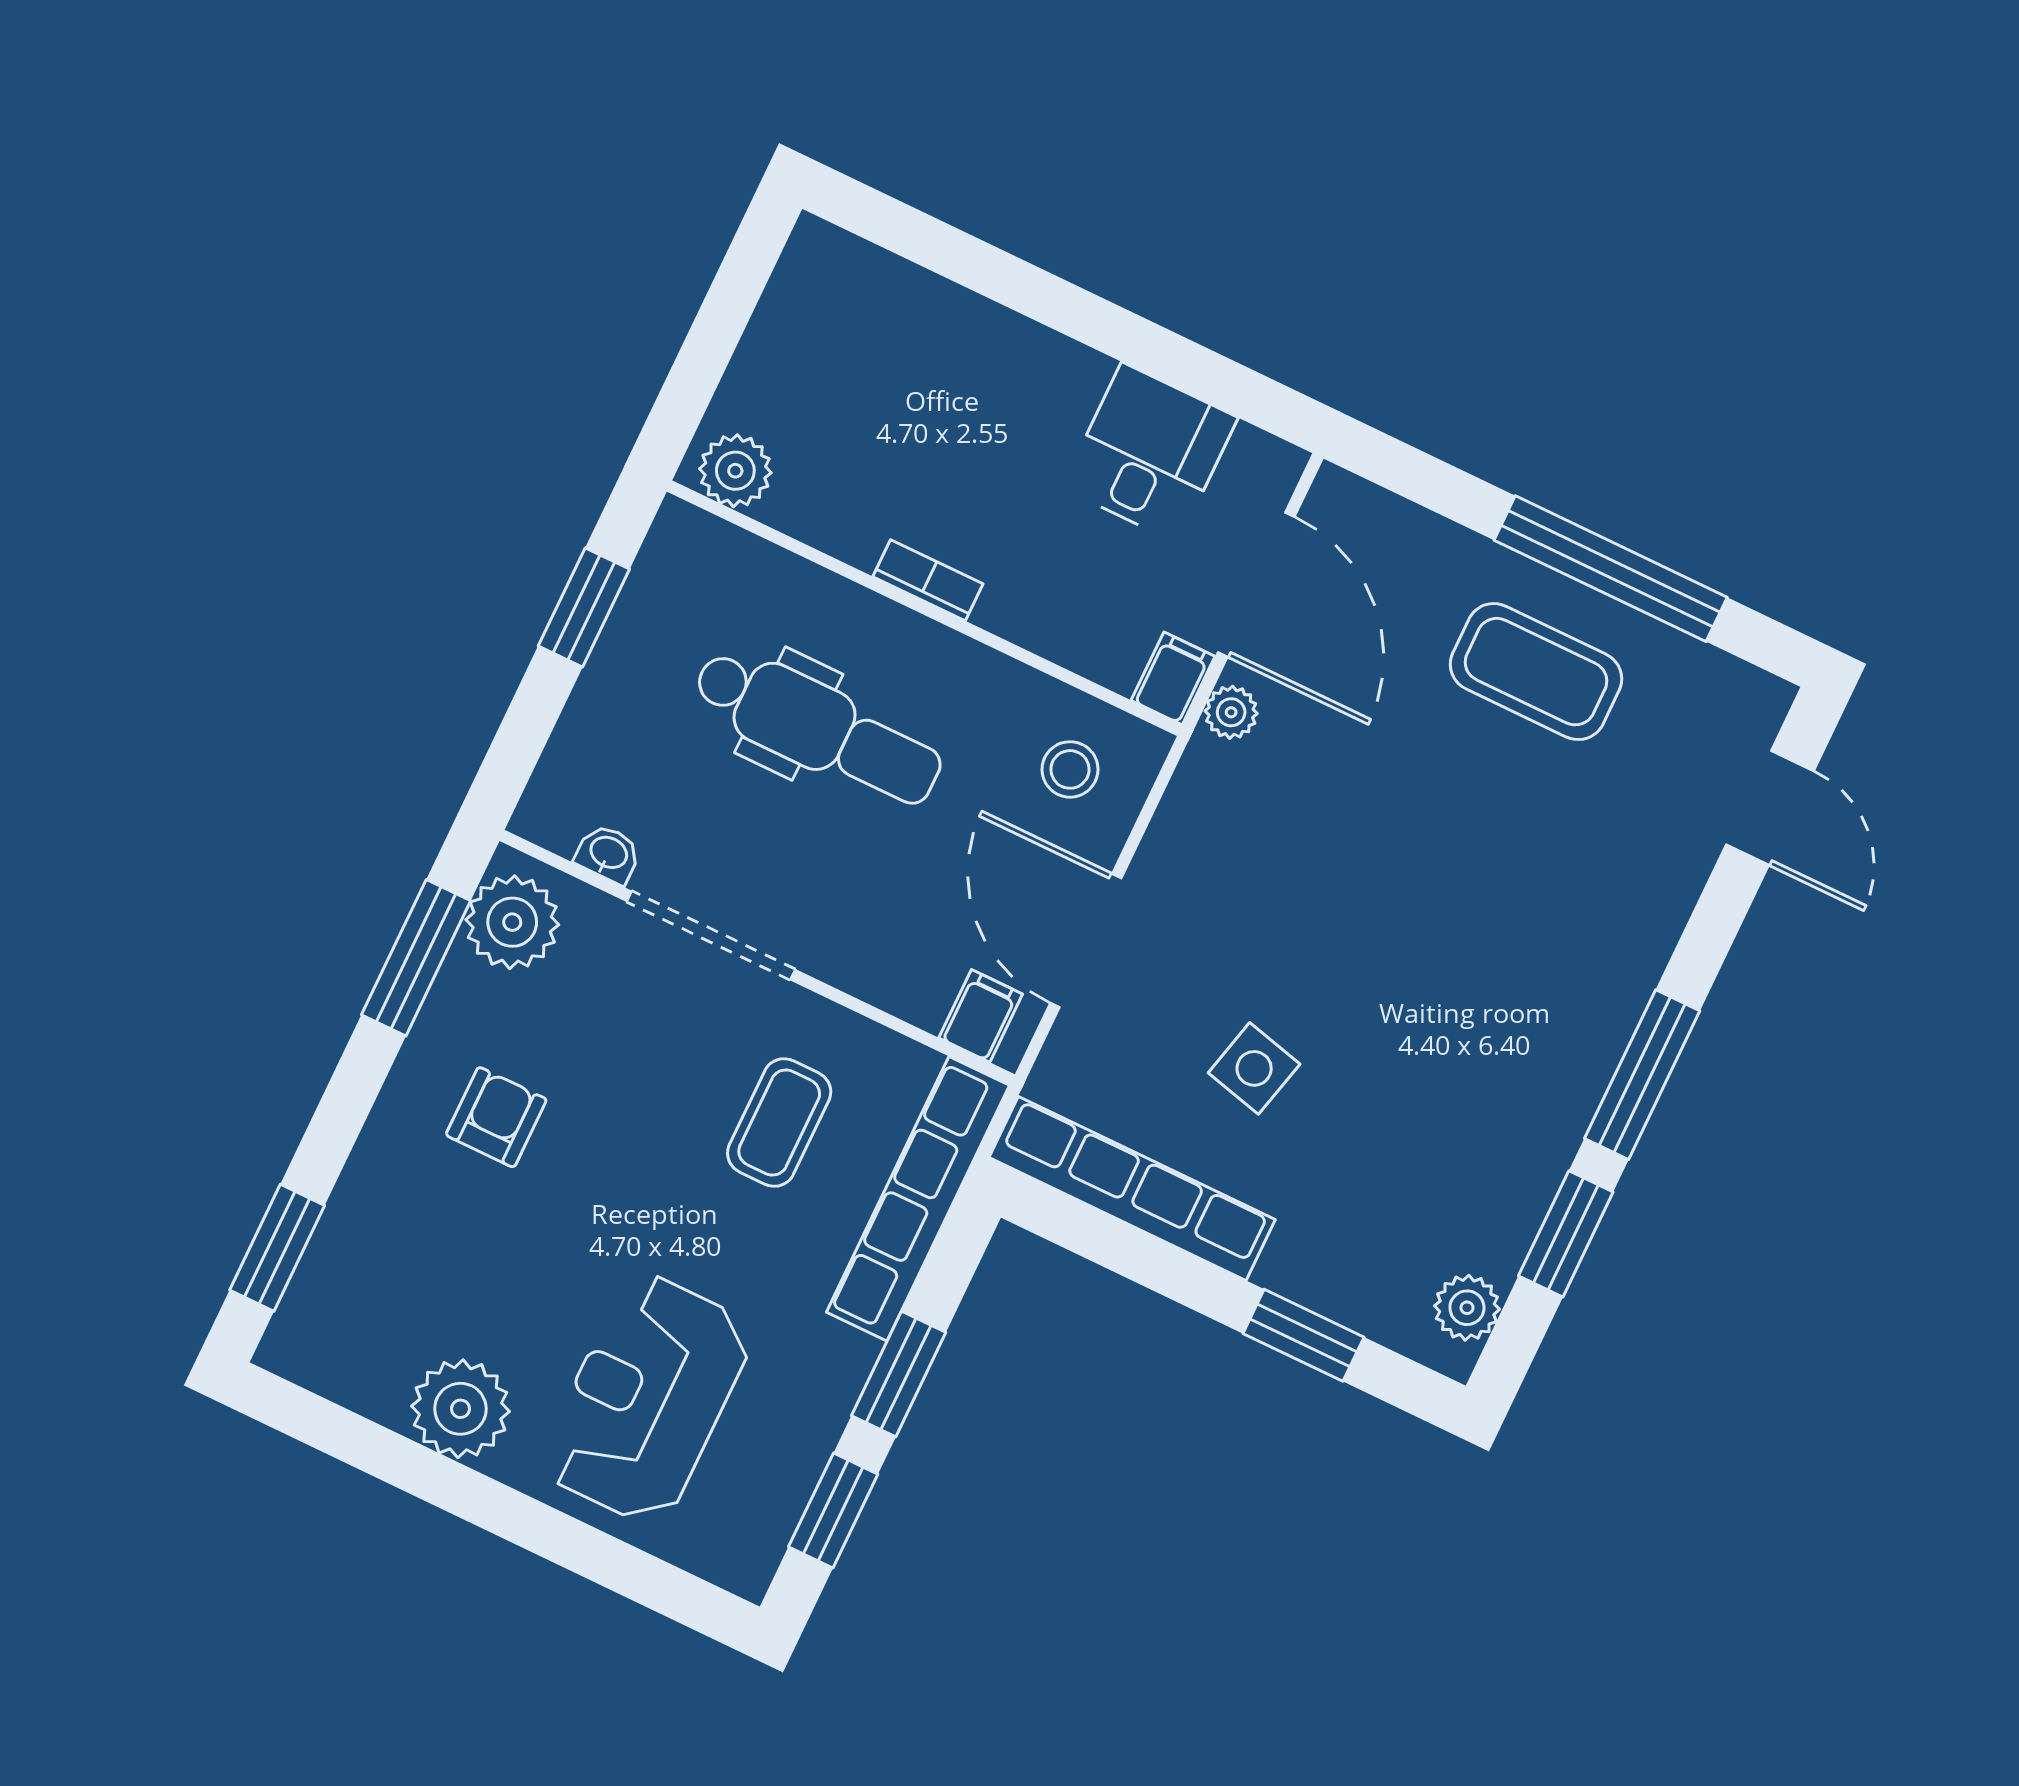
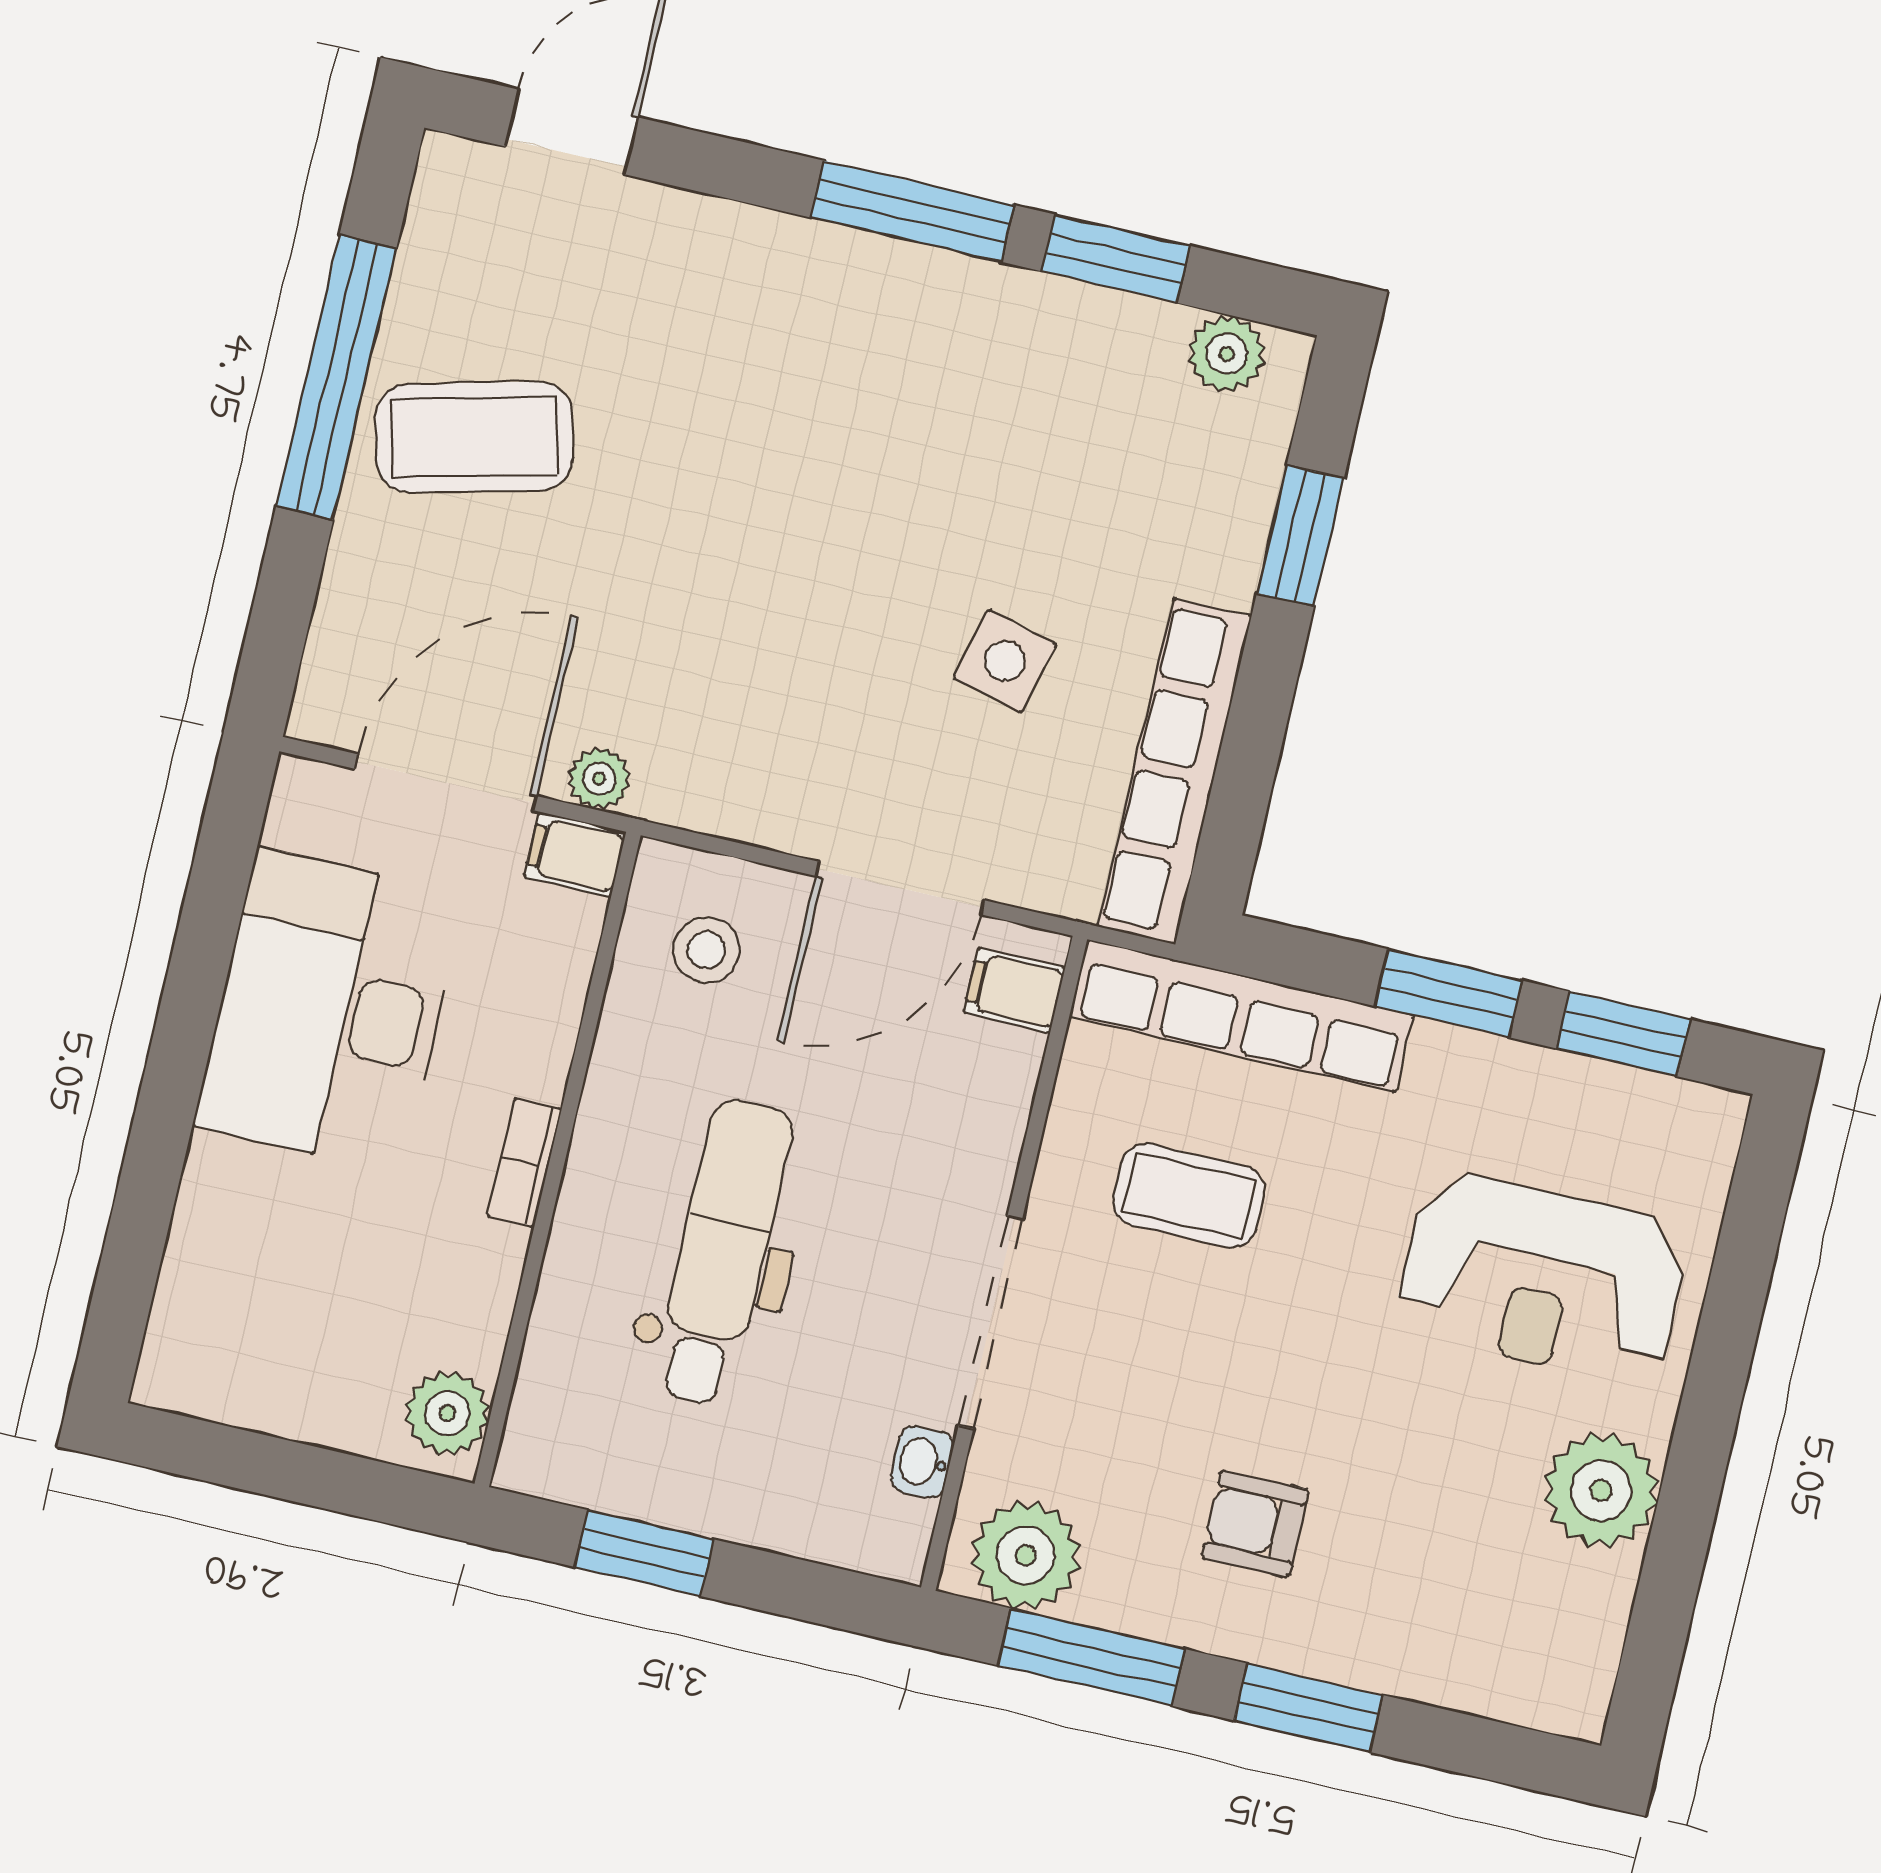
desk: (1150, 453) -> (329, 1010), width x1.87, depth x1.30
coffee table: (1536, 672) -> (474, 437), turned 76
window: (277, 1248) -> (1309, 1708), moved

